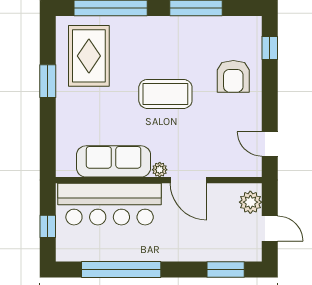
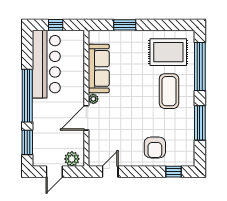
armchair: (233, 76) -> (155, 147), turned -90
window: (48, 81) -> (125, 25), moved
coffee table: (165, 94) -> (169, 91), moved
bar counter: (110, 204) -> (46, 64), moved, turned 180
window: (121, 270) -> (27, 96), moved

